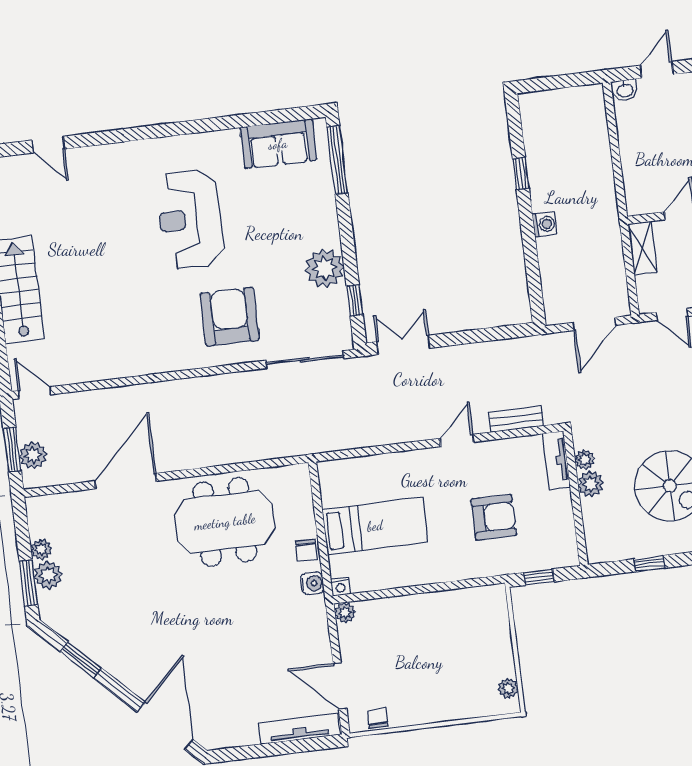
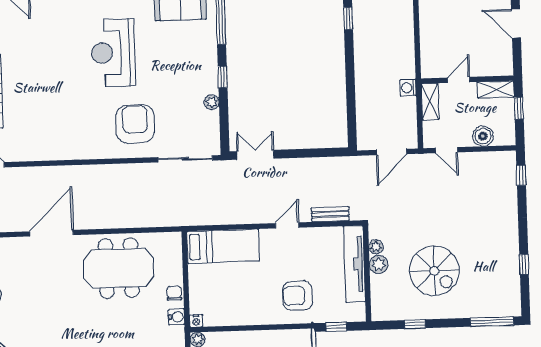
window: (521, 174) -> (348, 18), moved
washing machine: (545, 224) -> (408, 88), moved, turned 180
plant: (325, 268) -> (212, 102), width x0.53, depth x0.53
window: (355, 300) -> (223, 77), moved
tv unit: (556, 460) -> (354, 264), width x1.92, depth x1.29
armchair: (494, 517) -> (298, 296), moved, turned 180
bed: (375, 526) -> (223, 246), moved
chair: (306, 550) -> (174, 293), turned 180

